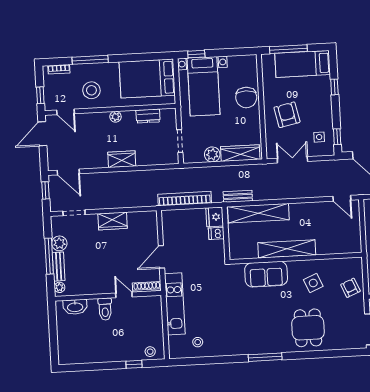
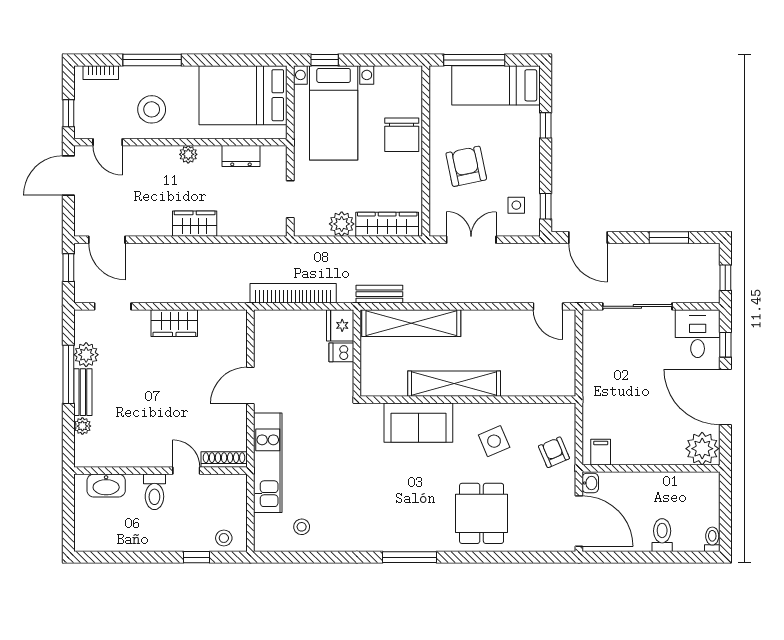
shoe rack: (147, 287) -> (224, 459), moved
door: (124, 295) -> (186, 471), moved
wall: (108, 296) -> (160, 471), moved
washbasin: (75, 307) -> (106, 486), moved
toilet: (105, 309) -> (154, 492), moved

